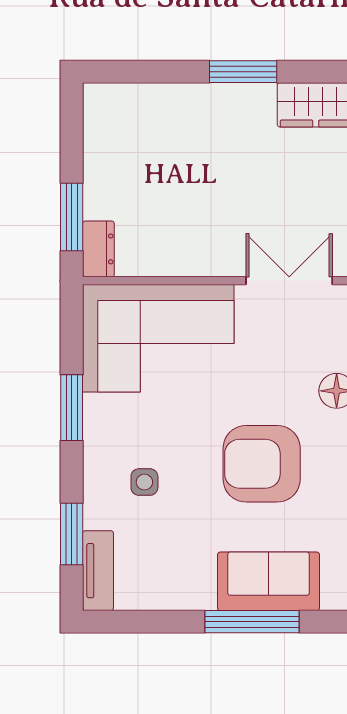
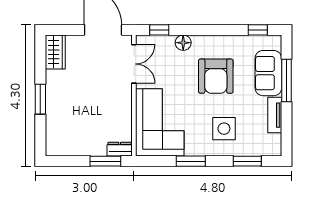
window: (243, 72) -> (40, 99), moved
double door: (289, 281) -> (134, 64), swing flipped
side table: (144, 482) -> (224, 129), width x1.87, depth x1.87
tv unit: (98, 571) -> (275, 115), moved, turned -90

